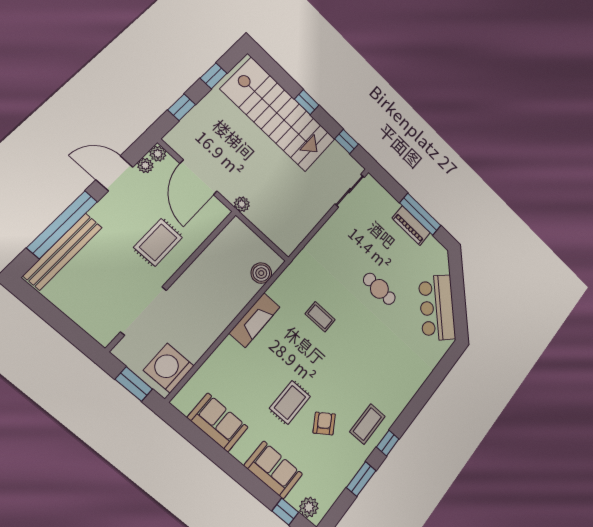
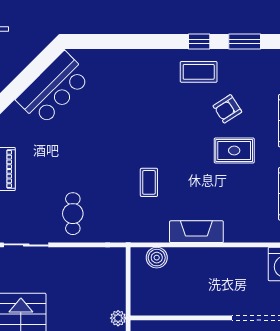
cafe table: (379, 289) -> (73, 214), moved

